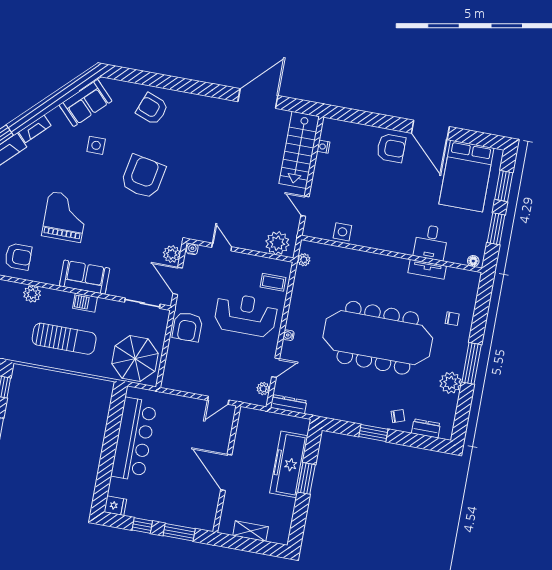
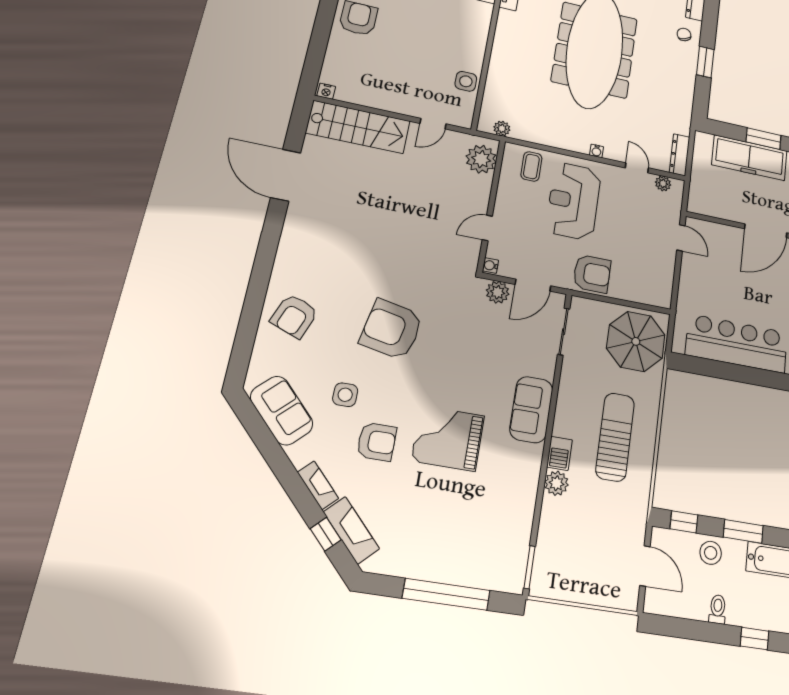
nightstand: (323, 147) -> (326, 91), moved
armchair: (18, 257) -> (377, 442), moved, turned 90
barbecue: (85, 303) -> (560, 453), moved

